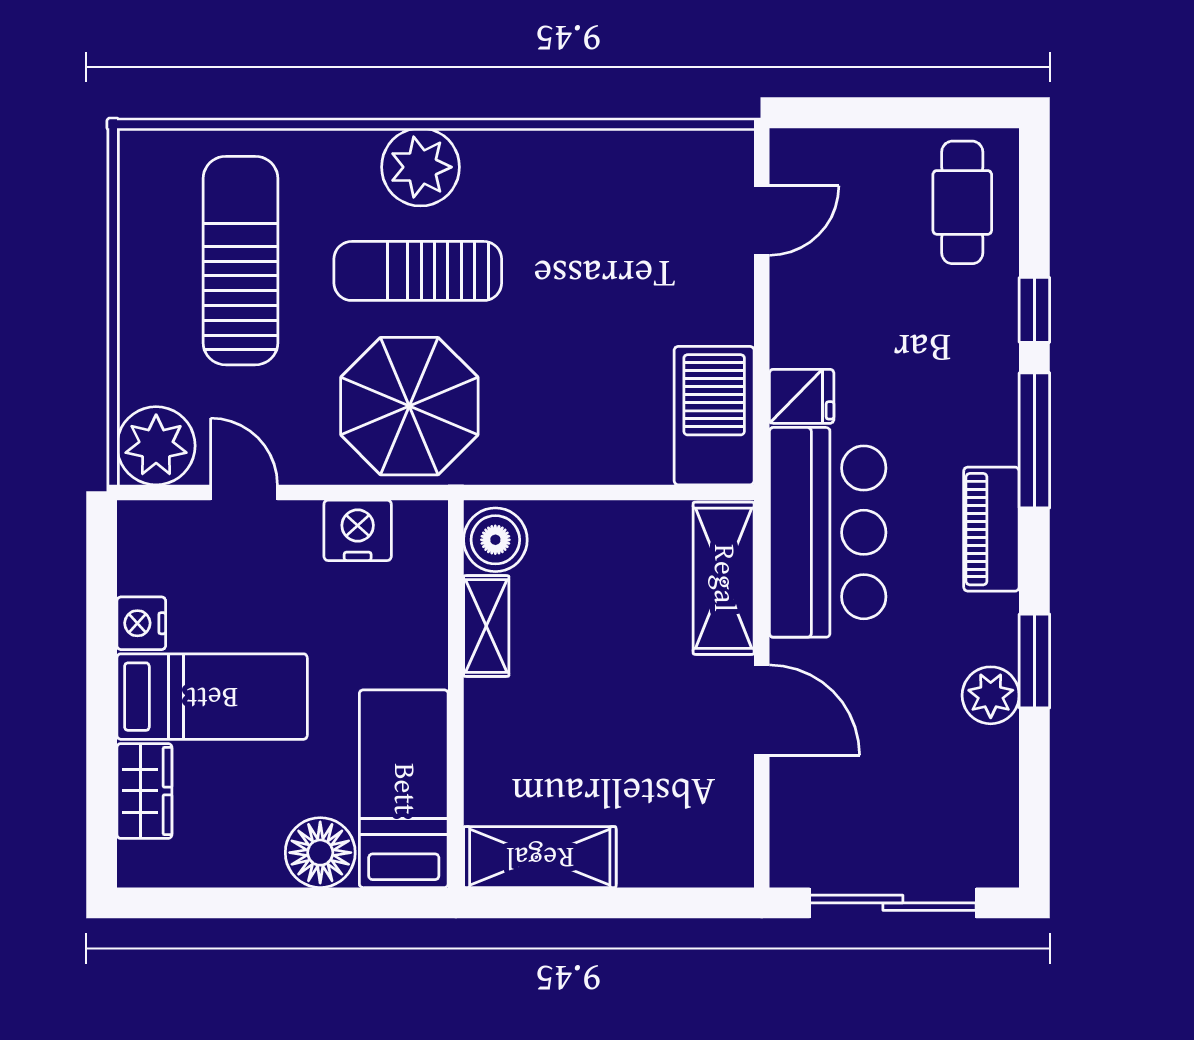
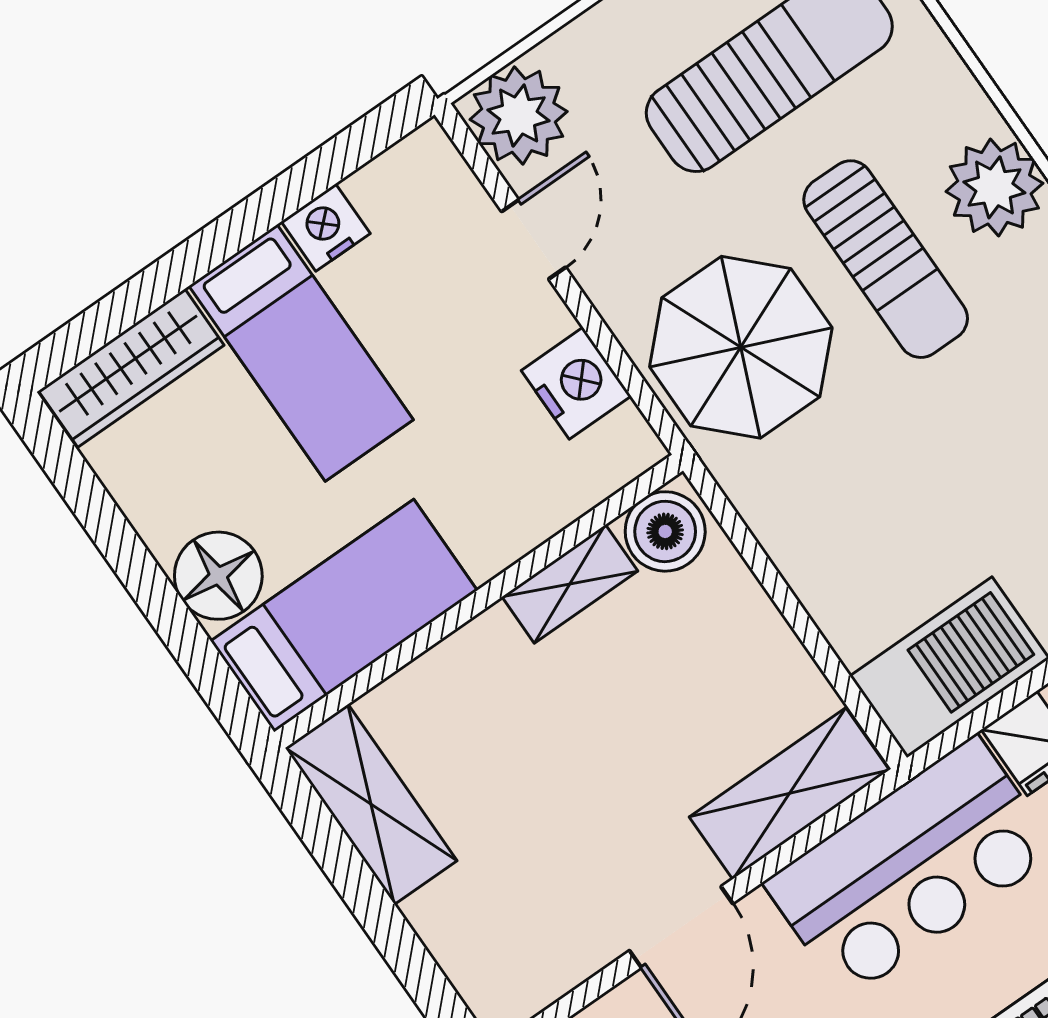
sun lounger: (418, 271) -> (886, 259), turned 180
wardrobe: (144, 791) -> (131, 368), width x1.50

